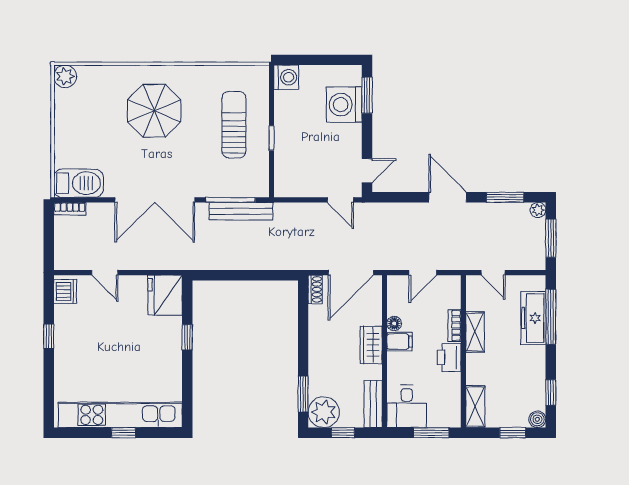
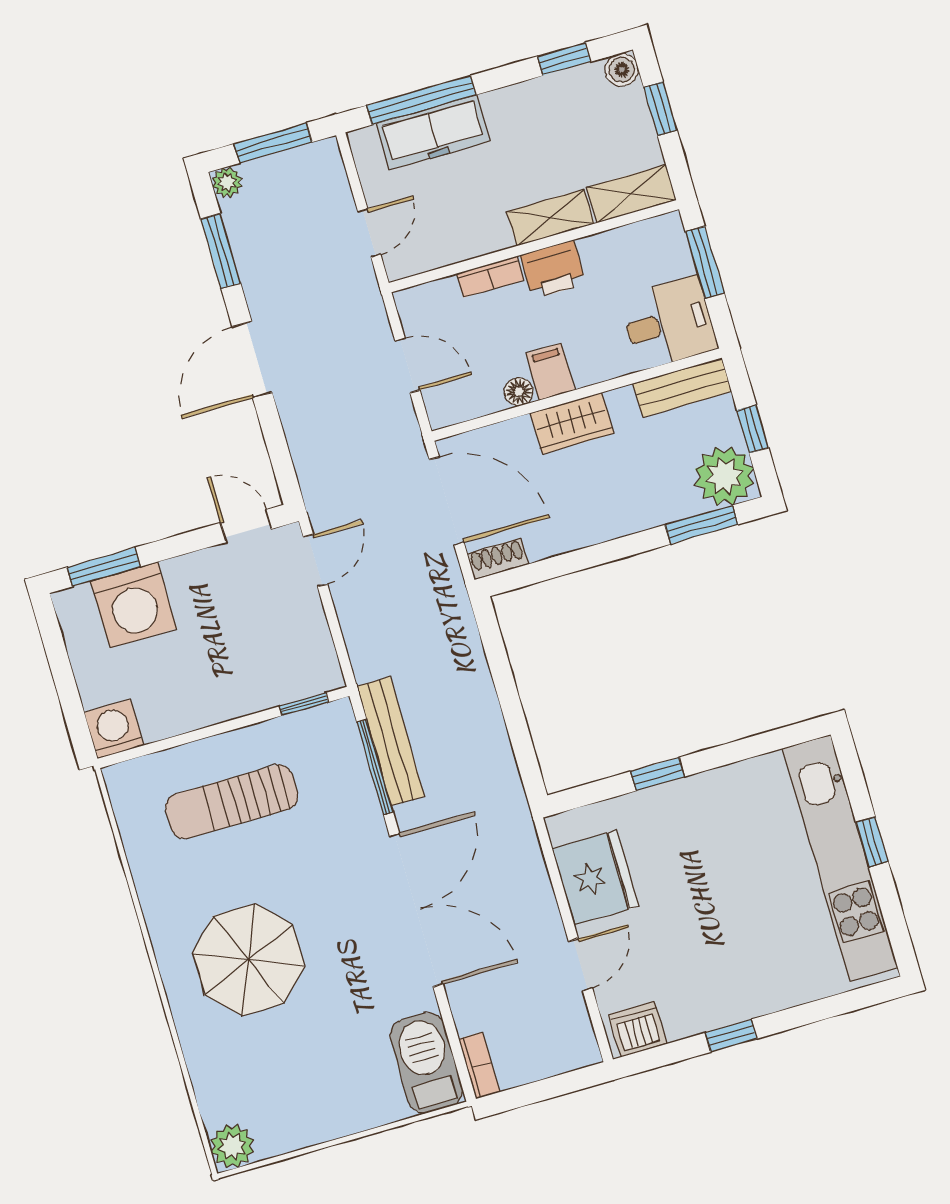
window: (271, 138) -> (304, 704), moved
fridge: (165, 295) -> (595, 878), moved, turned -90
shelving: (475, 332) -> (550, 218), moved

